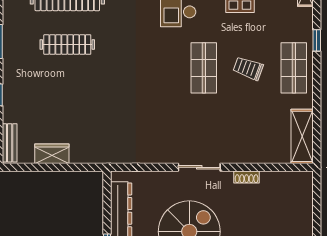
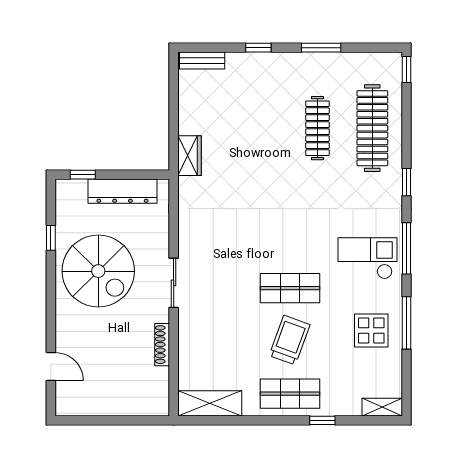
trolley: (248, 68) -> (290, 340), width x1.36, depth x1.39
wardrobe: (52, 154) -> (189, 156), moved
shoe rack: (247, 177) -> (162, 345), width x1.43

